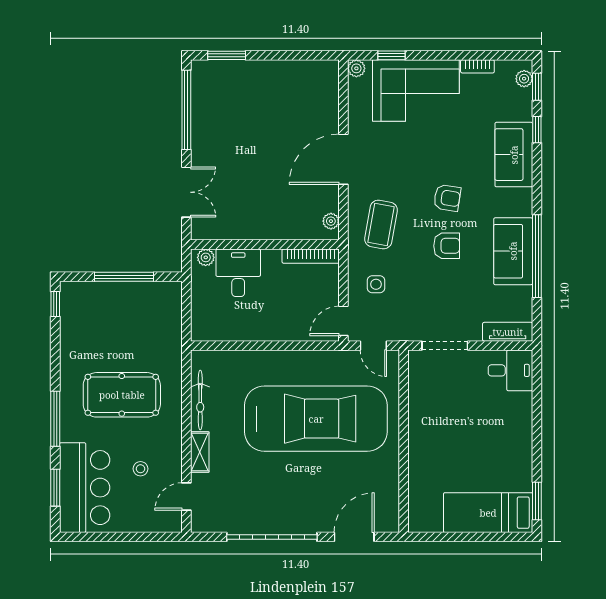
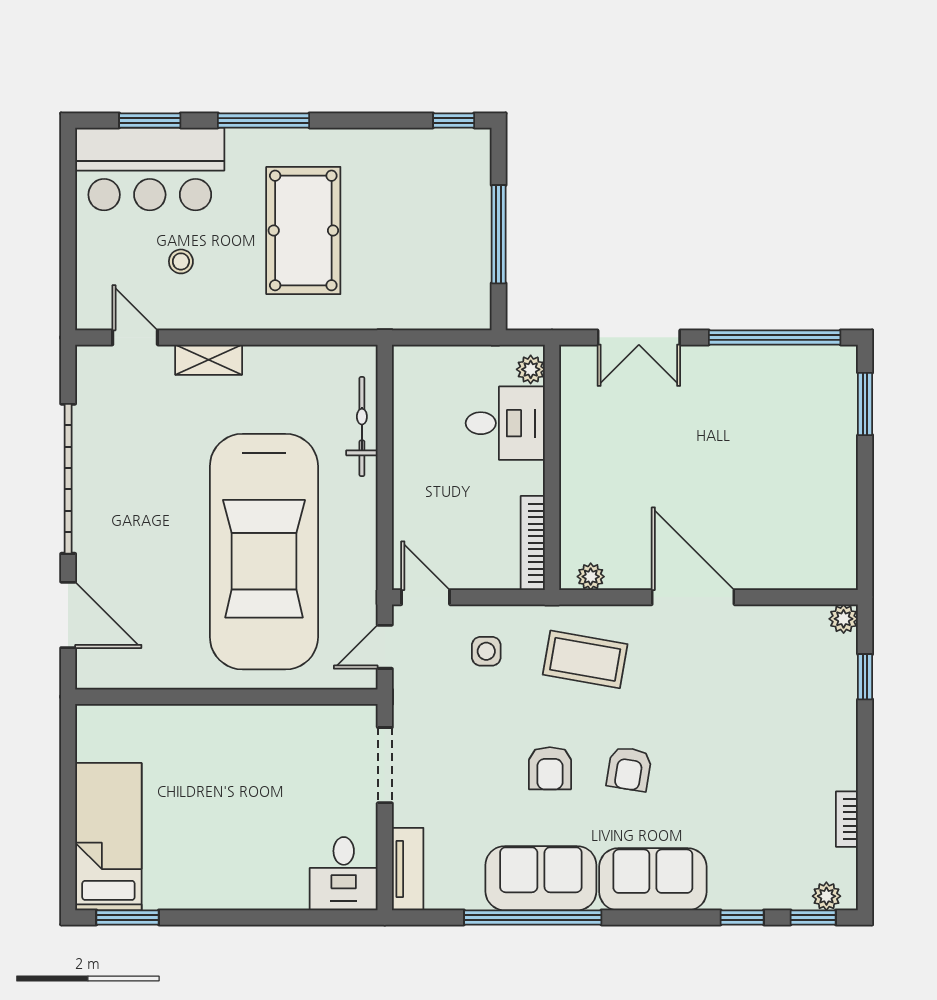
corner sofa: (416, 90) -> (807, 717), removed
sofa: (514, 155) -> (653, 879), moved
bicycle: (200, 400) -> (362, 427), moved, turned 90

